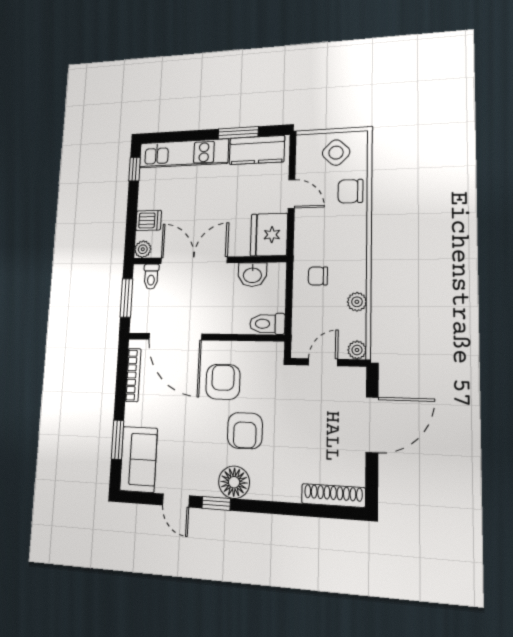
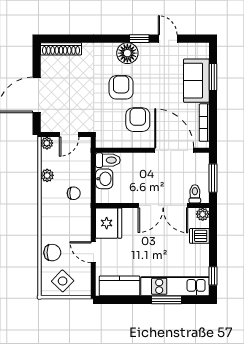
window: (238, 133) -> (167, 300), moved
washbasin: (252, 275) -> (104, 179), moved, turned 90
armchair: (223, 382) -> (138, 120), turned 180
sofa: (139, 459) -> (196, 81), moved

